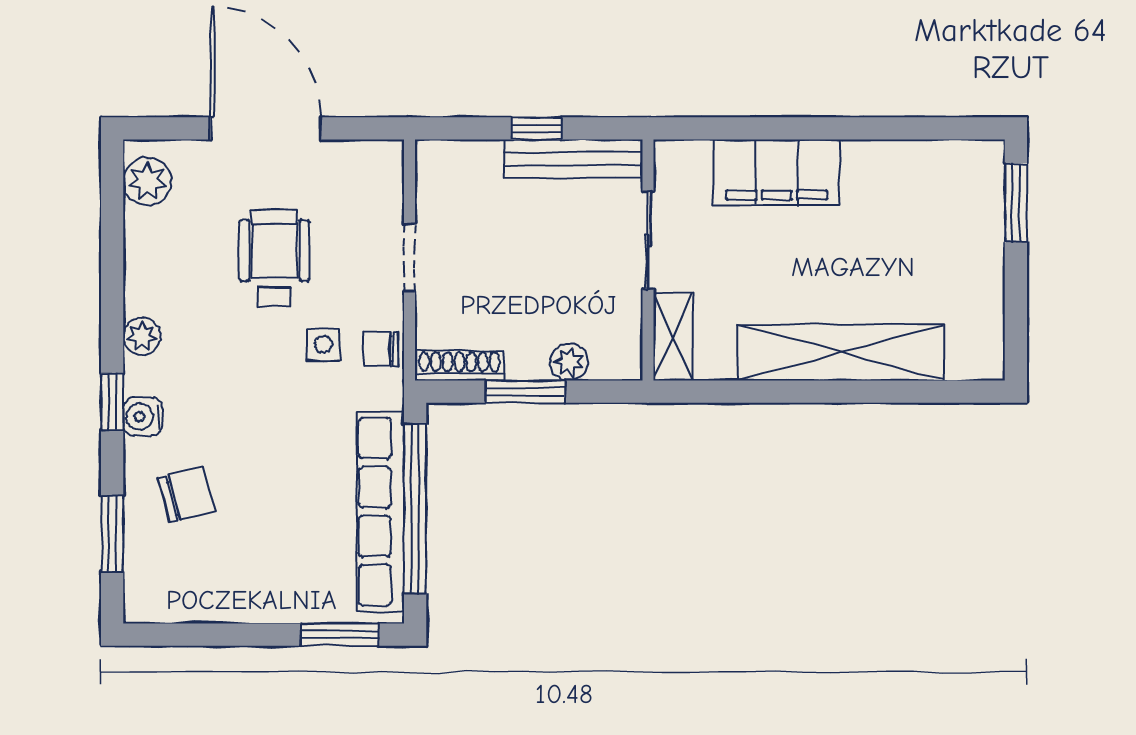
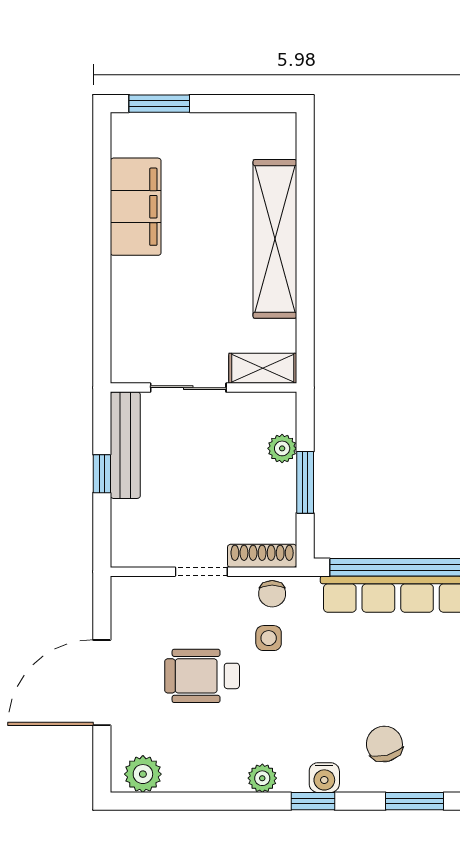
filing cabinet: (777, 172) -> (136, 207), moved
shoe rack: (459, 365) -> (262, 556), moved, turned 90

